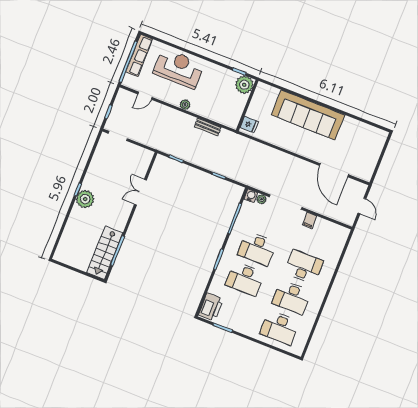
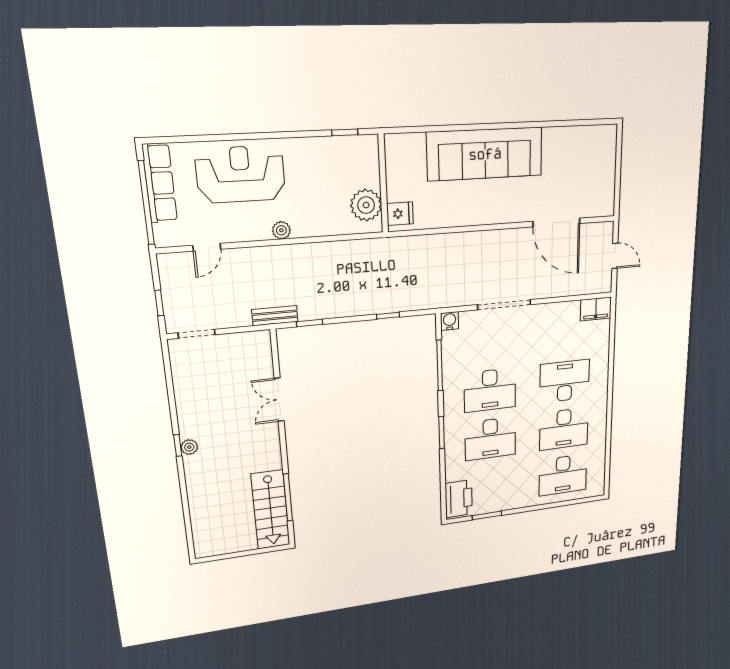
plant: (244, 85) -> (366, 205), moved
bench: (208, 127) -> (275, 316), moved
plant: (85, 199) -> (189, 447), width x0.53, depth x0.53
plant: (262, 199) -> (467, 318), removed
filing cabinet: (310, 220) -> (596, 309), moved, width x2.00

